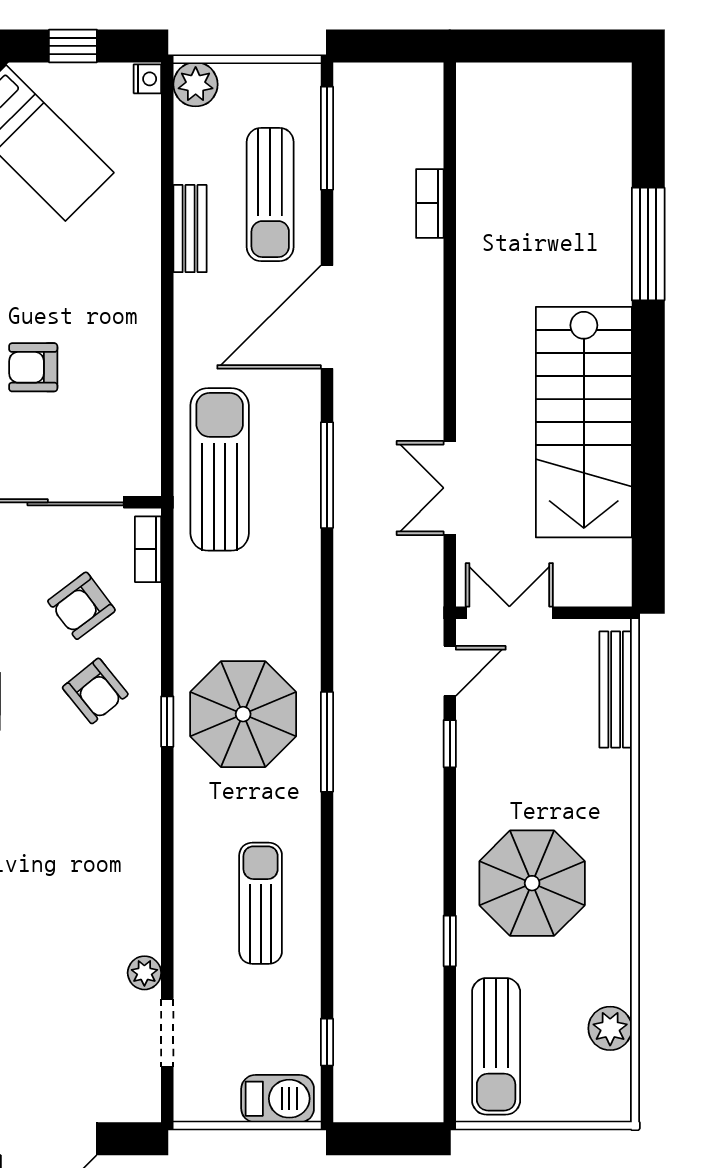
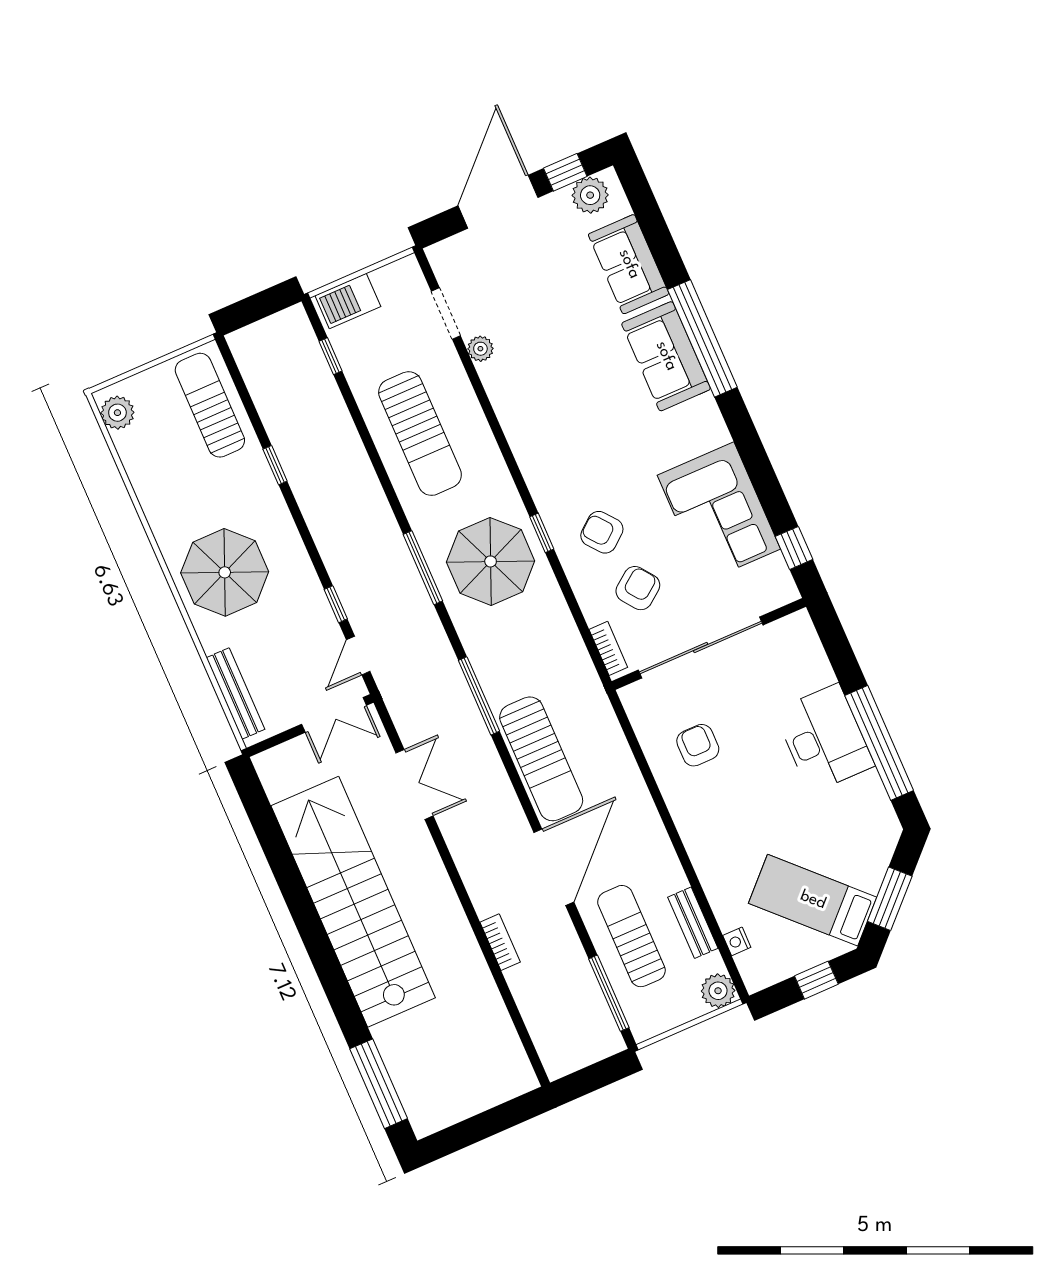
nightstand: (147, 79) -> (737, 941), moved
bookcase: (430, 203) -> (500, 942), moved
bench: (190, 229) -> (693, 923), moved
window: (648, 244) -> (379, 1084), moved
armchair: (33, 367) -> (698, 745), moved, turned -90
stairs: (584, 422) -> (353, 902), width x1.36
sun lounger: (220, 469) -> (541, 759), moved
window: (327, 475) -> (479, 696), moved
parasol: (532, 883) -> (225, 572), moved
sun lounger: (261, 903) -> (420, 434), width x1.36, depth x1.34
plant: (610, 1028) -> (117, 413), moved

